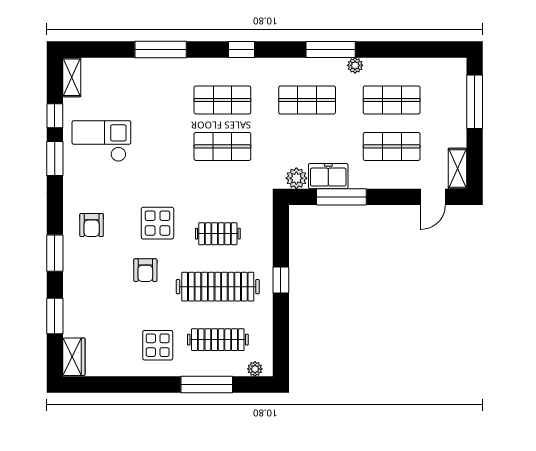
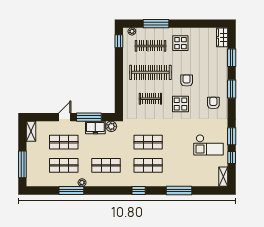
window: (331, 50) -> (71, 190), moved
door: (433, 197) -> (65, 117), moved
window: (281, 280) -> (119, 41), moved

